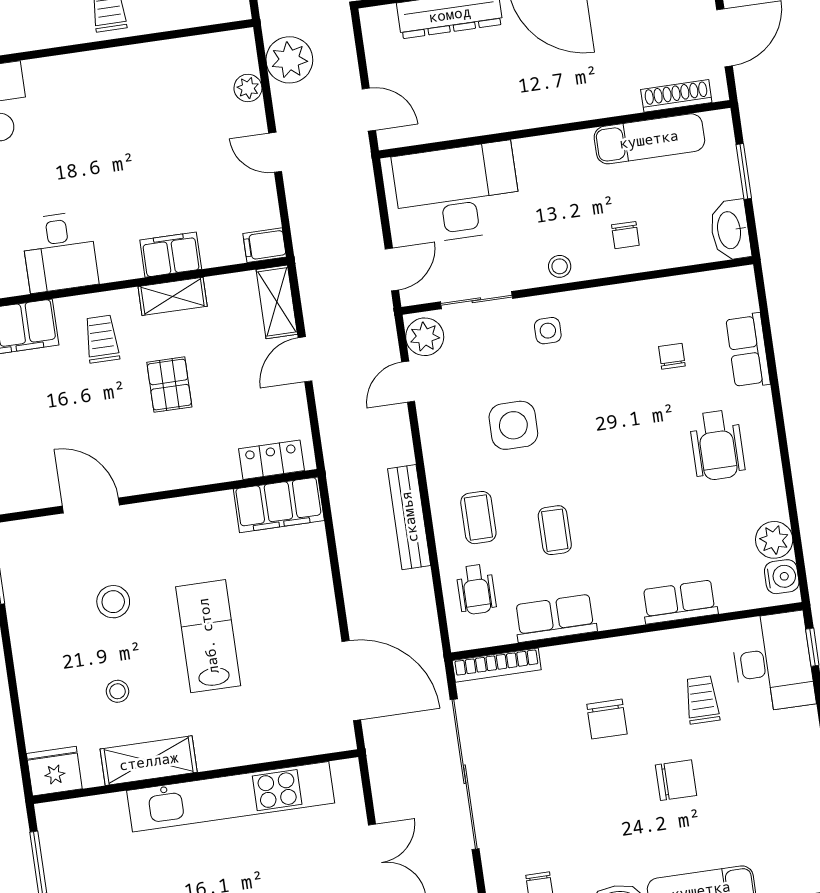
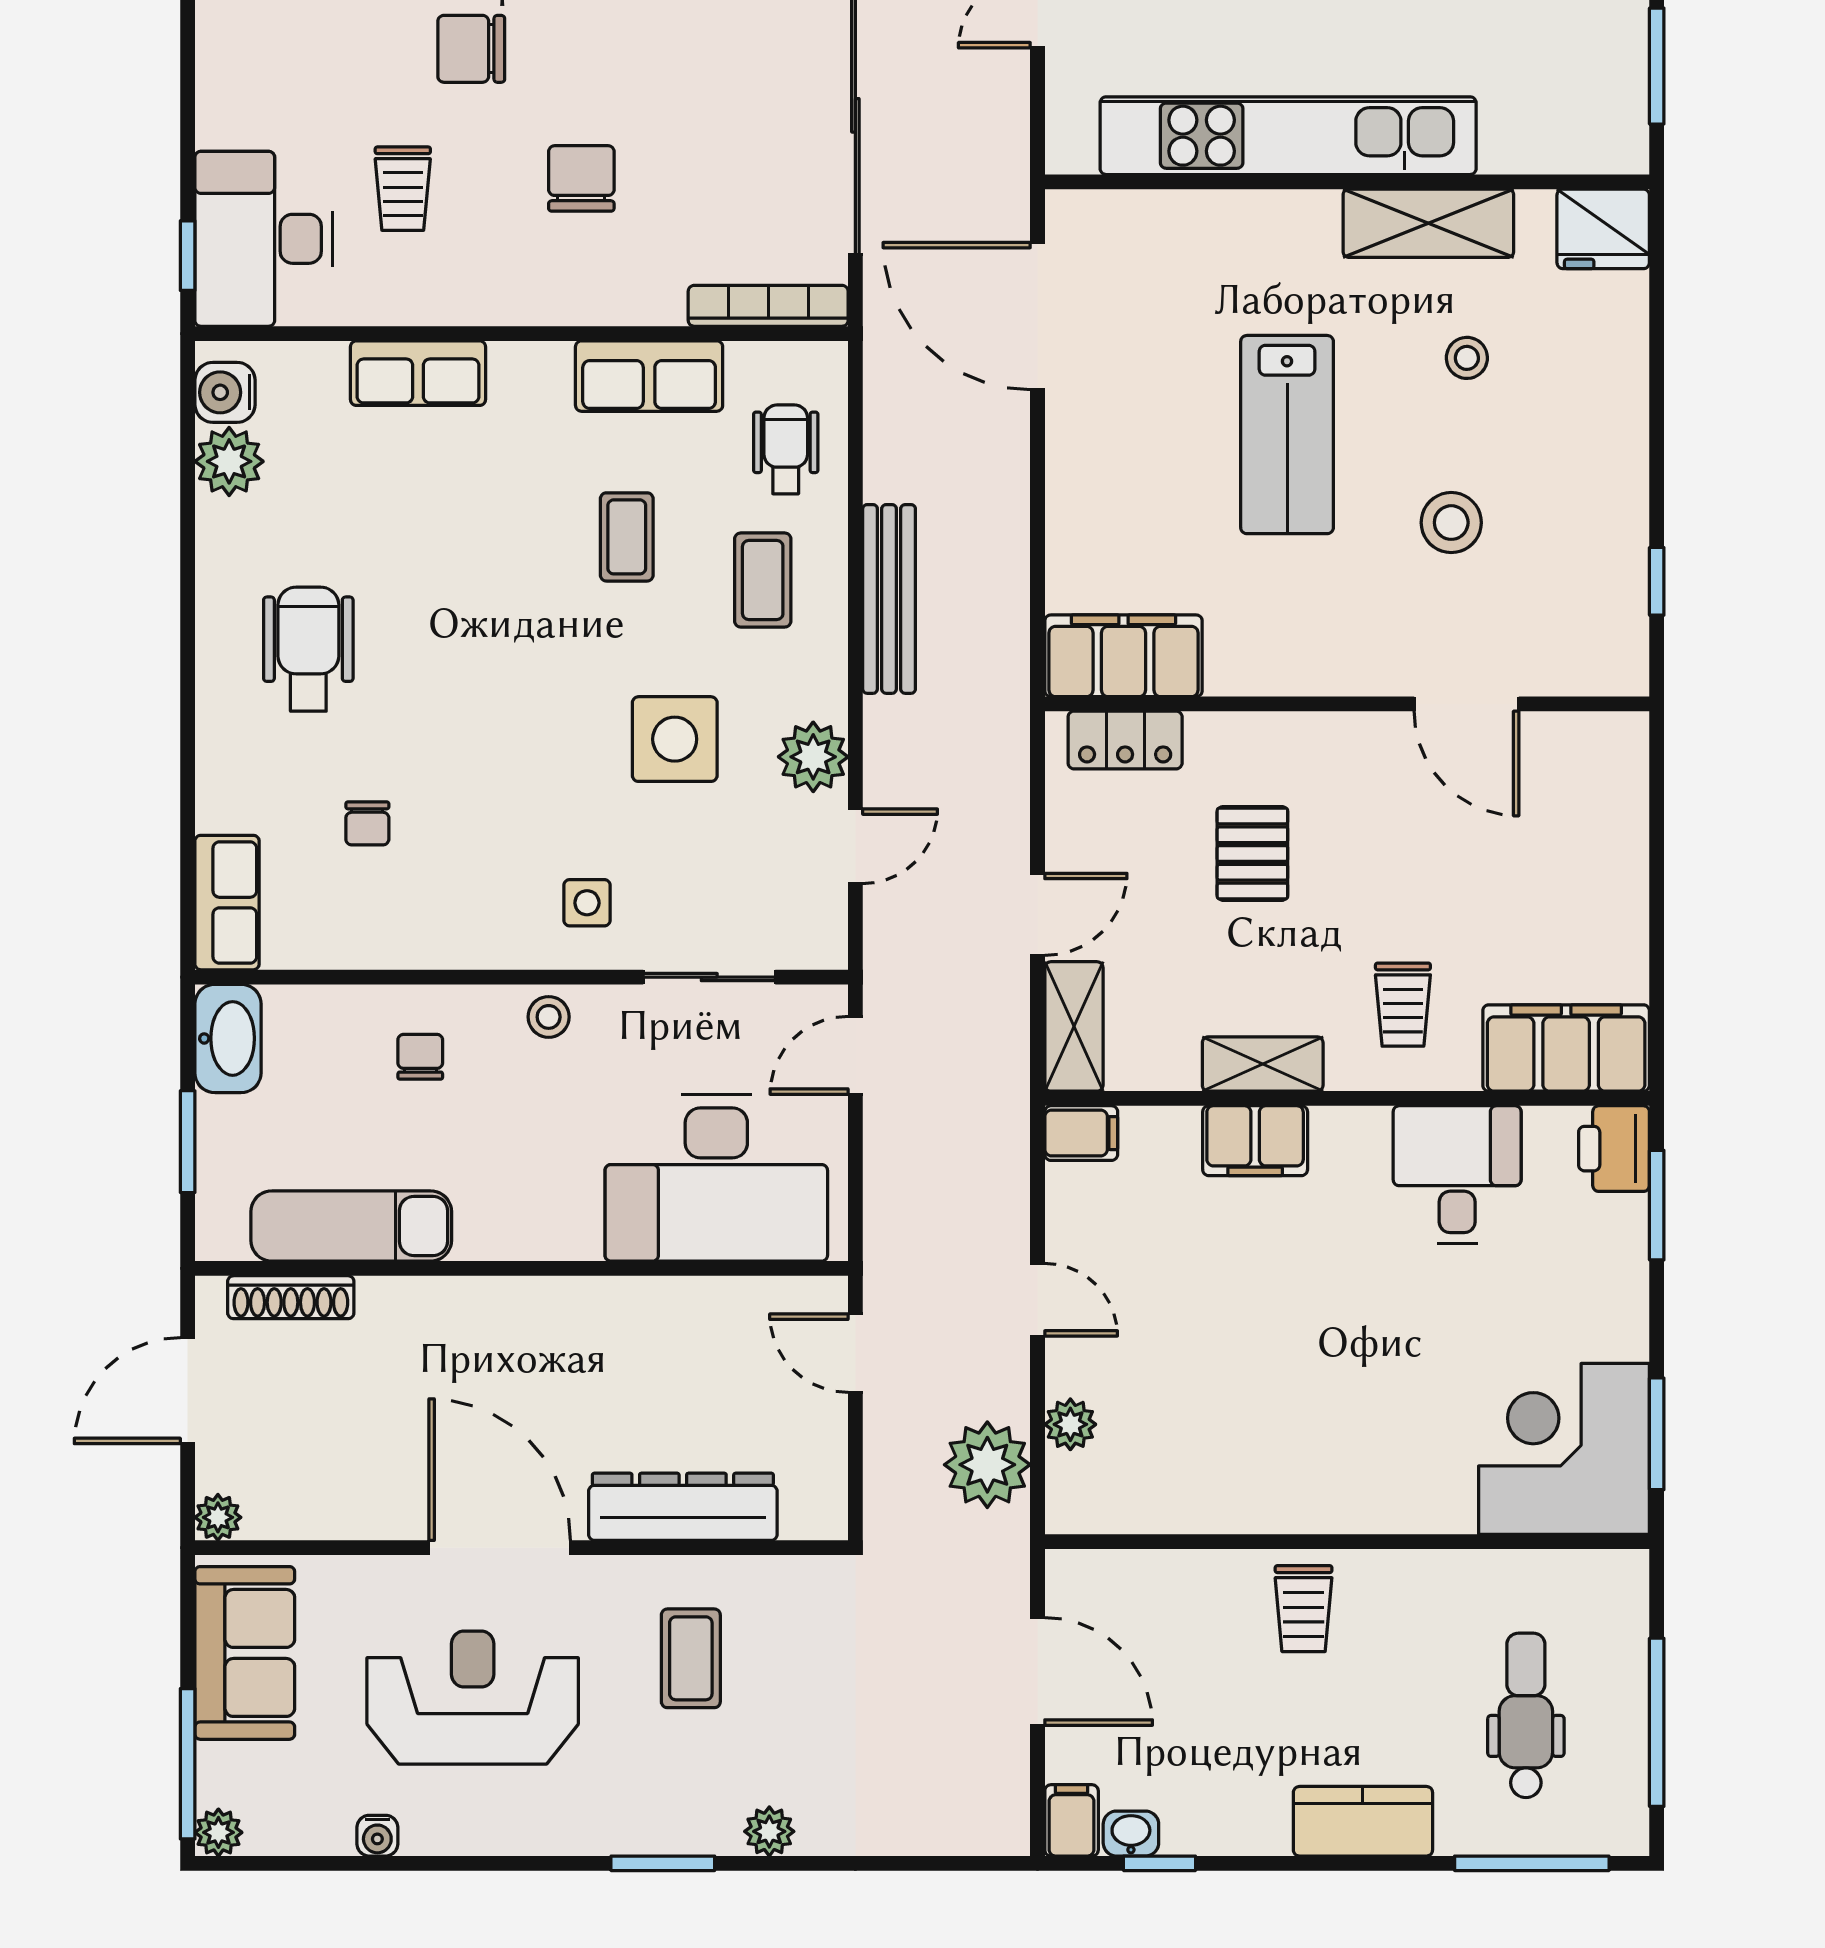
plant: (425, 337) -> (813, 757), moved
row of seats: (748, 351) -> (227, 903), moved
pallet: (169, 385) -> (1252, 853), moved

